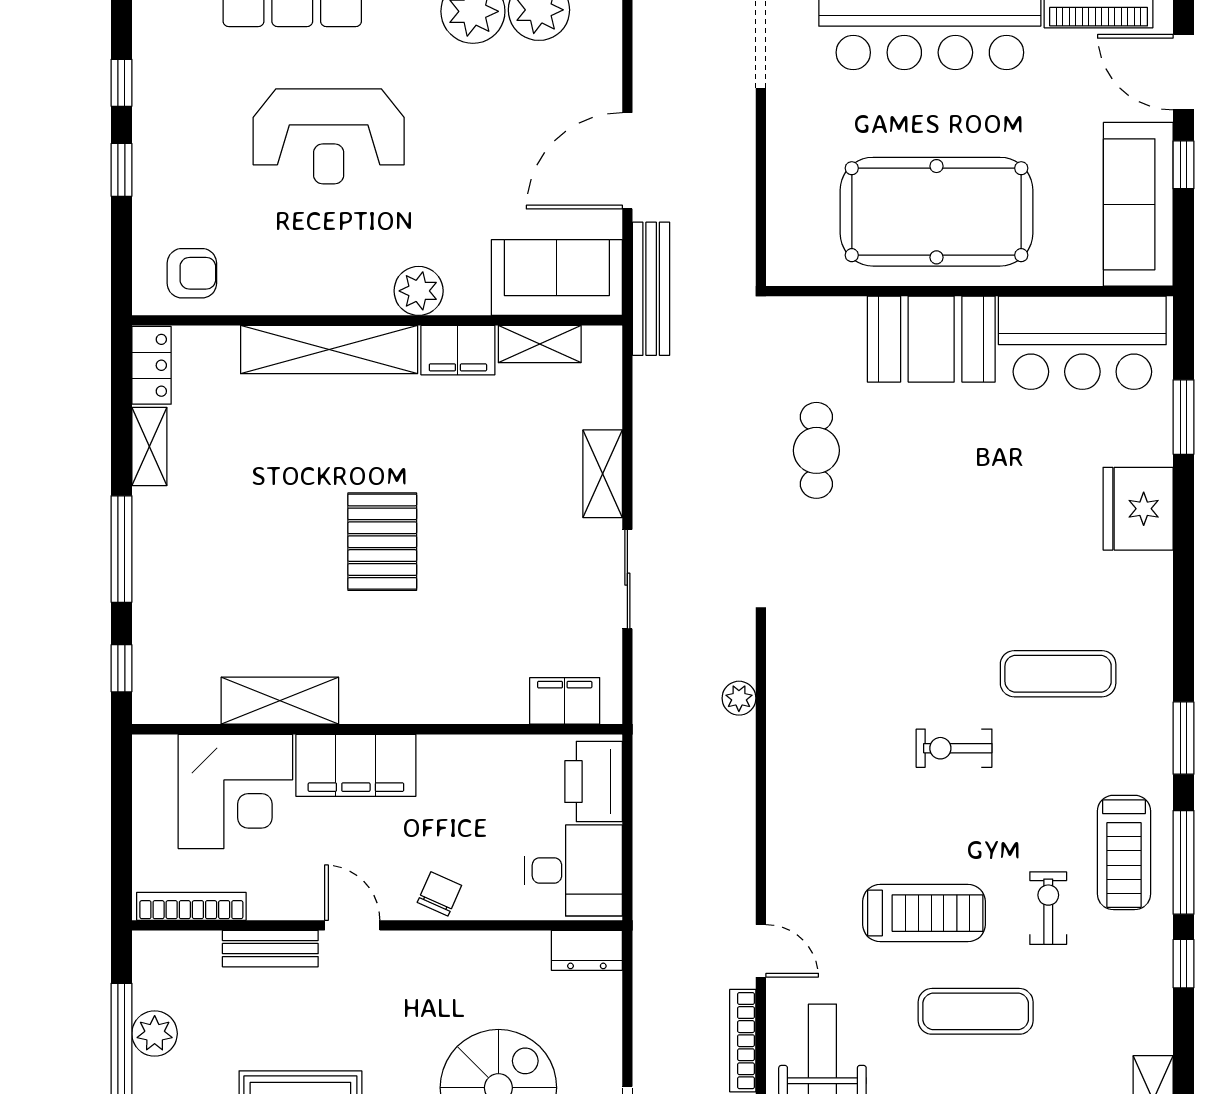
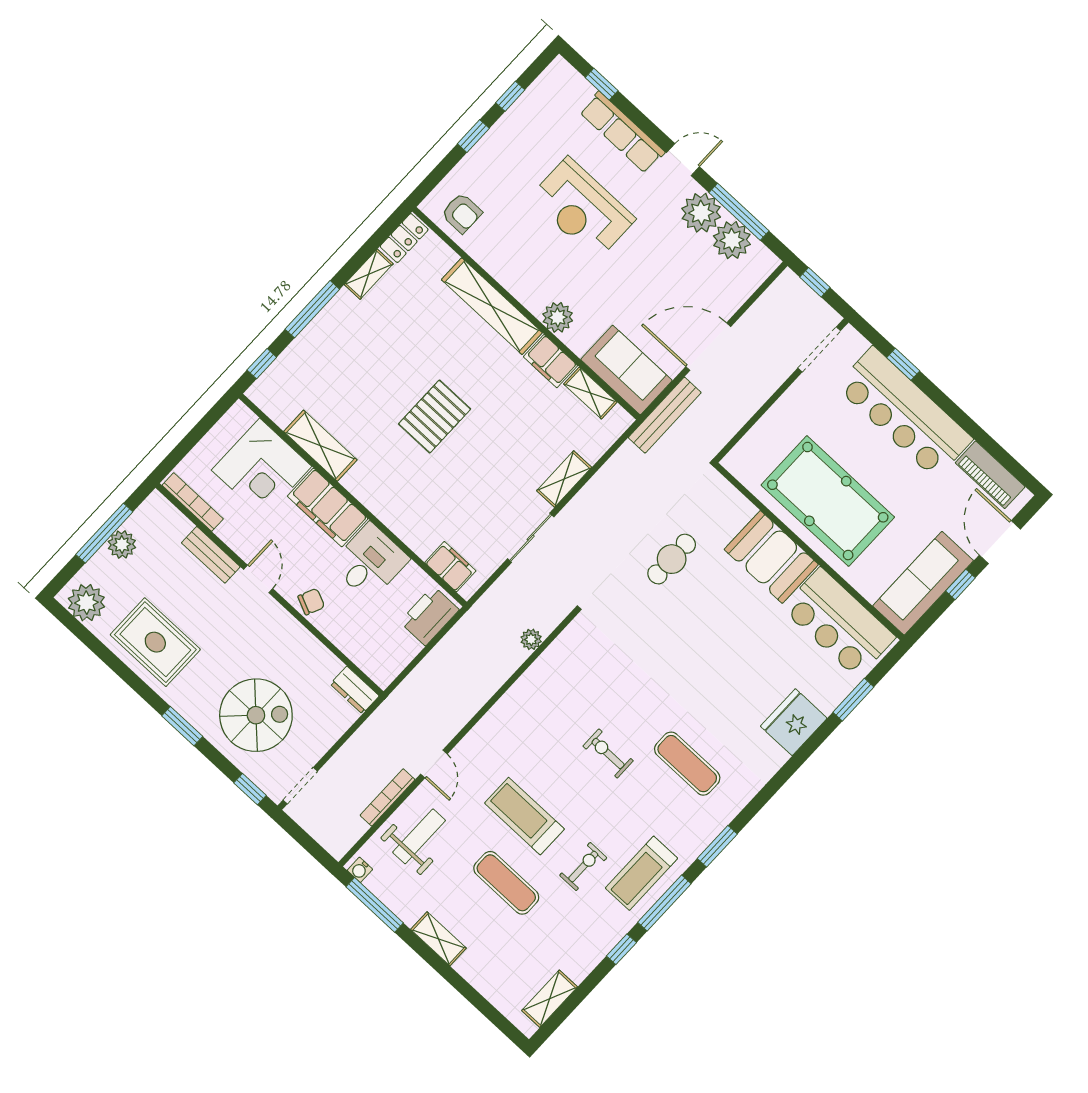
desk: (573, 870) -> (370, 562), moved, turned -90
treadmill: (924, 913) -> (524, 816), turned 180

